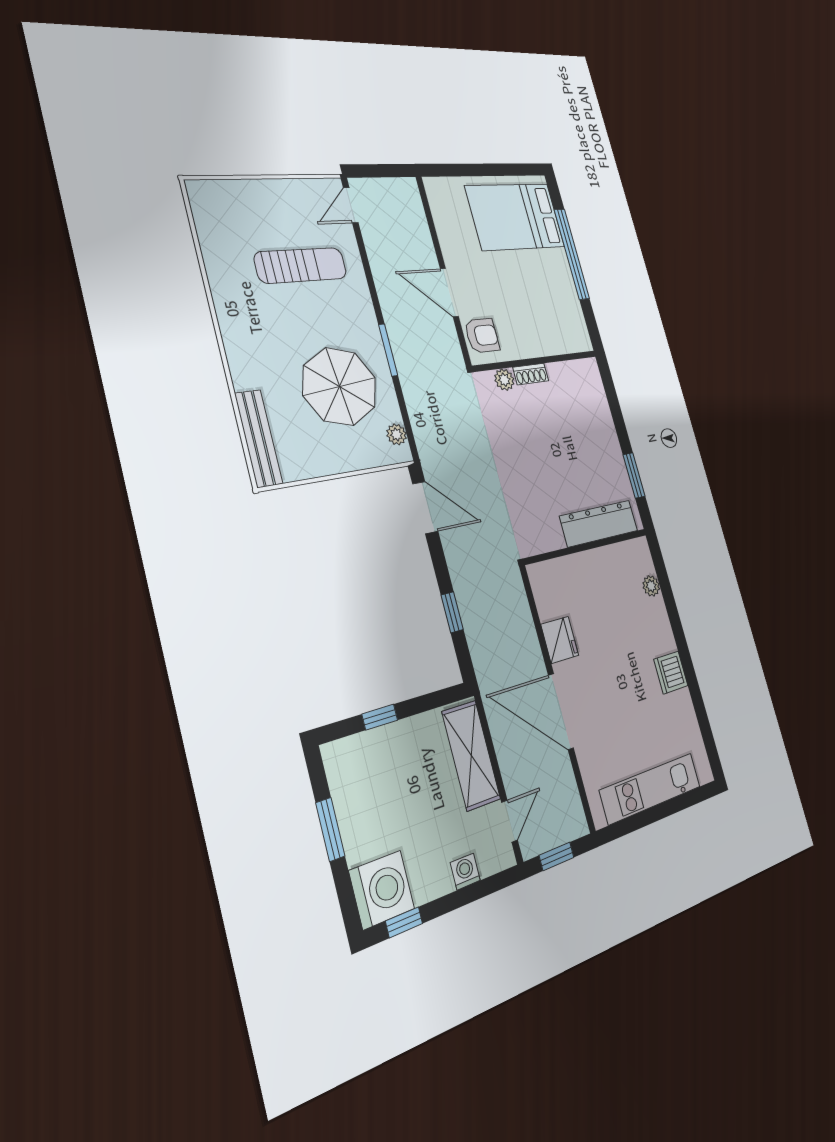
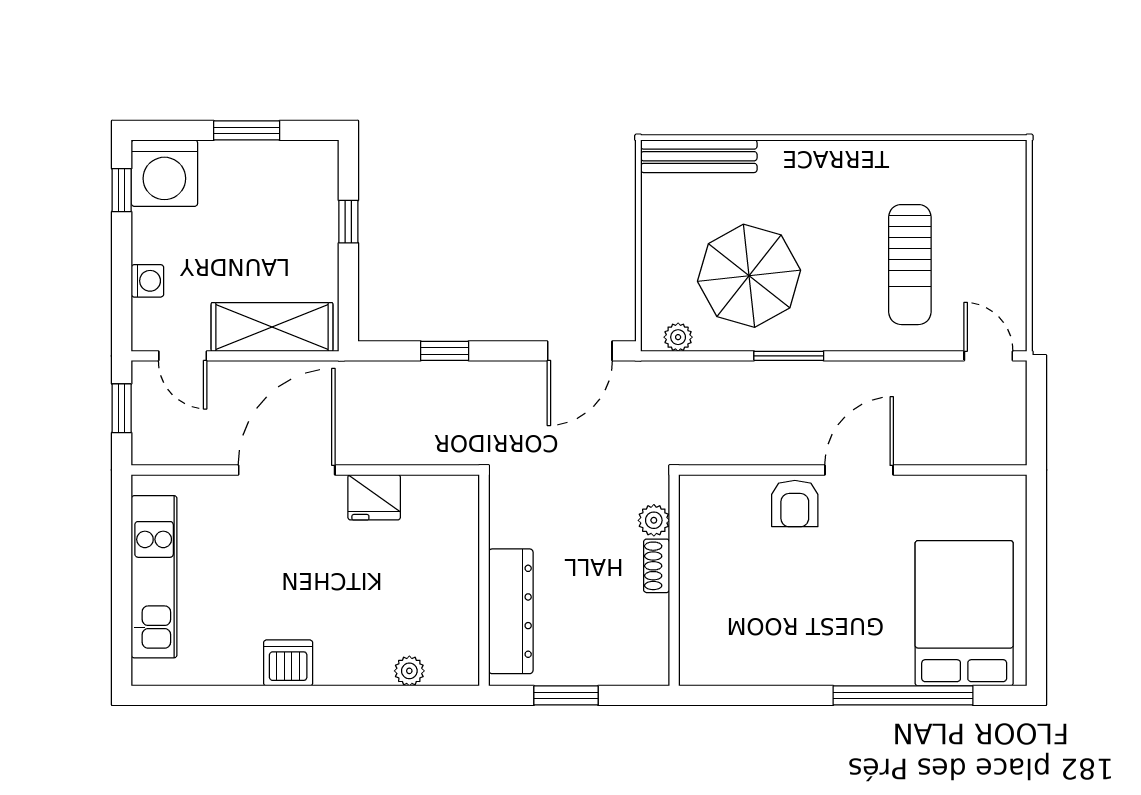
wall: (536, 361) -> (674, 580), moved
shoe rack: (531, 374) -> (657, 566), moved
plant: (504, 380) -> (654, 520), moved

